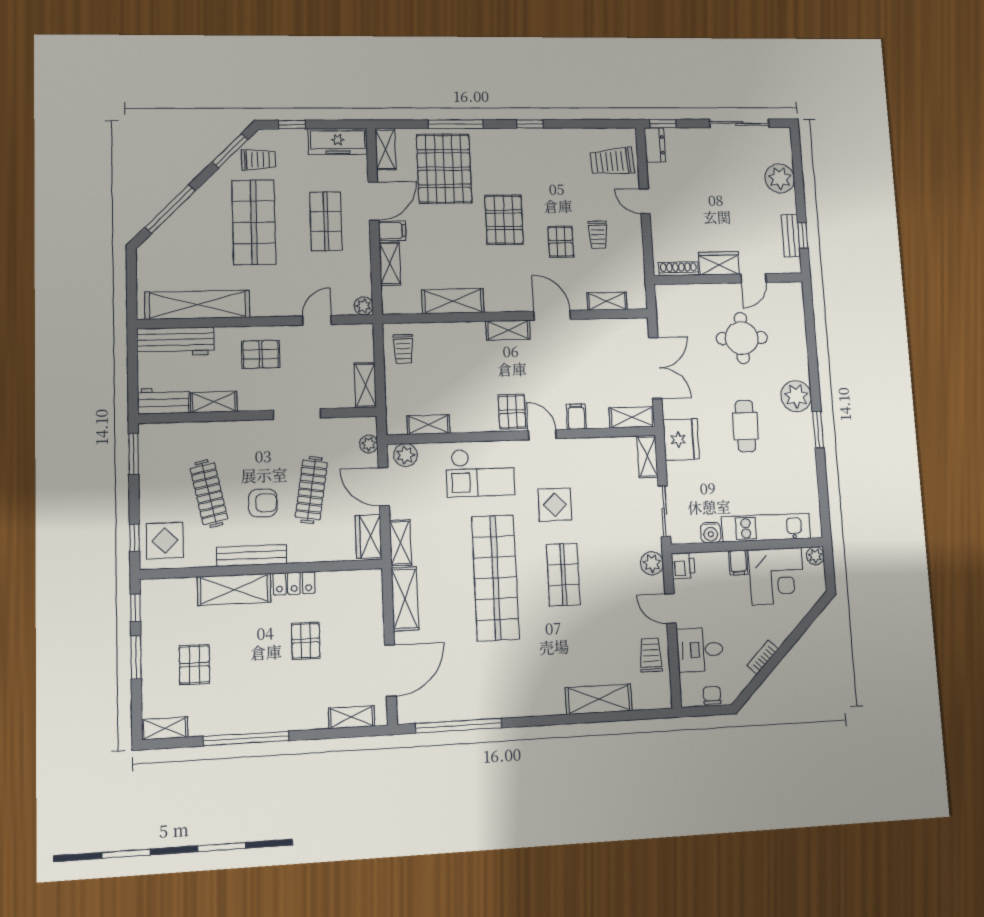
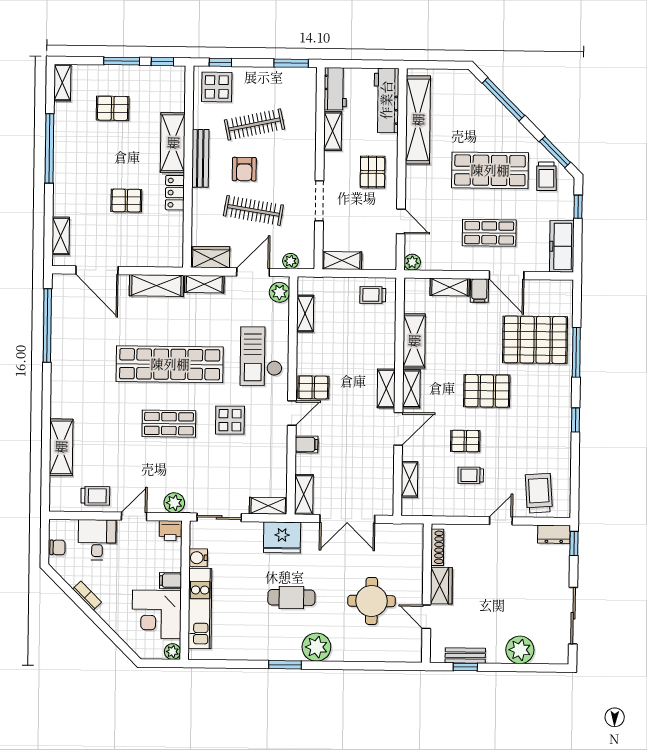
shelving: (385, 149) -> (411, 389), moved, turned 90

